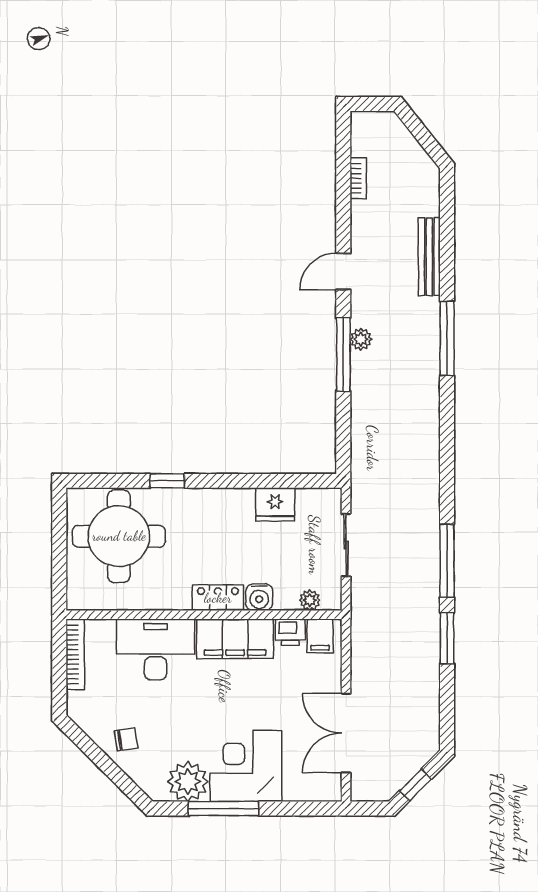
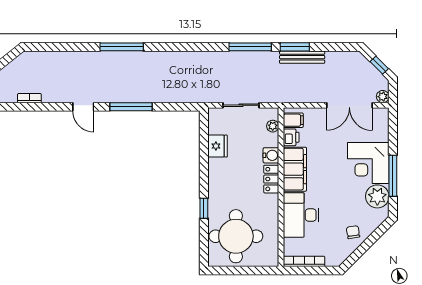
bench: (429, 257) -> (302, 57), moved
plant: (361, 339) -> (383, 97), moved

